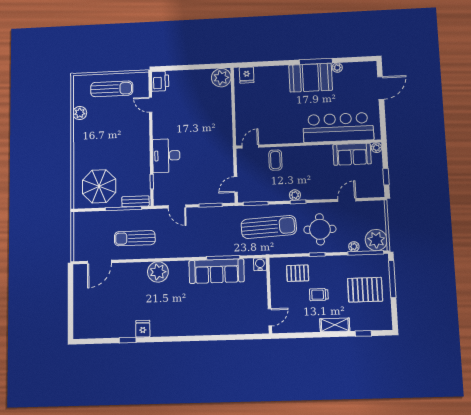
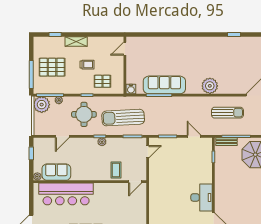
desk: (166, 156) -> (202, 197), moved
fridge: (143, 329) -> (222, 43), removed

